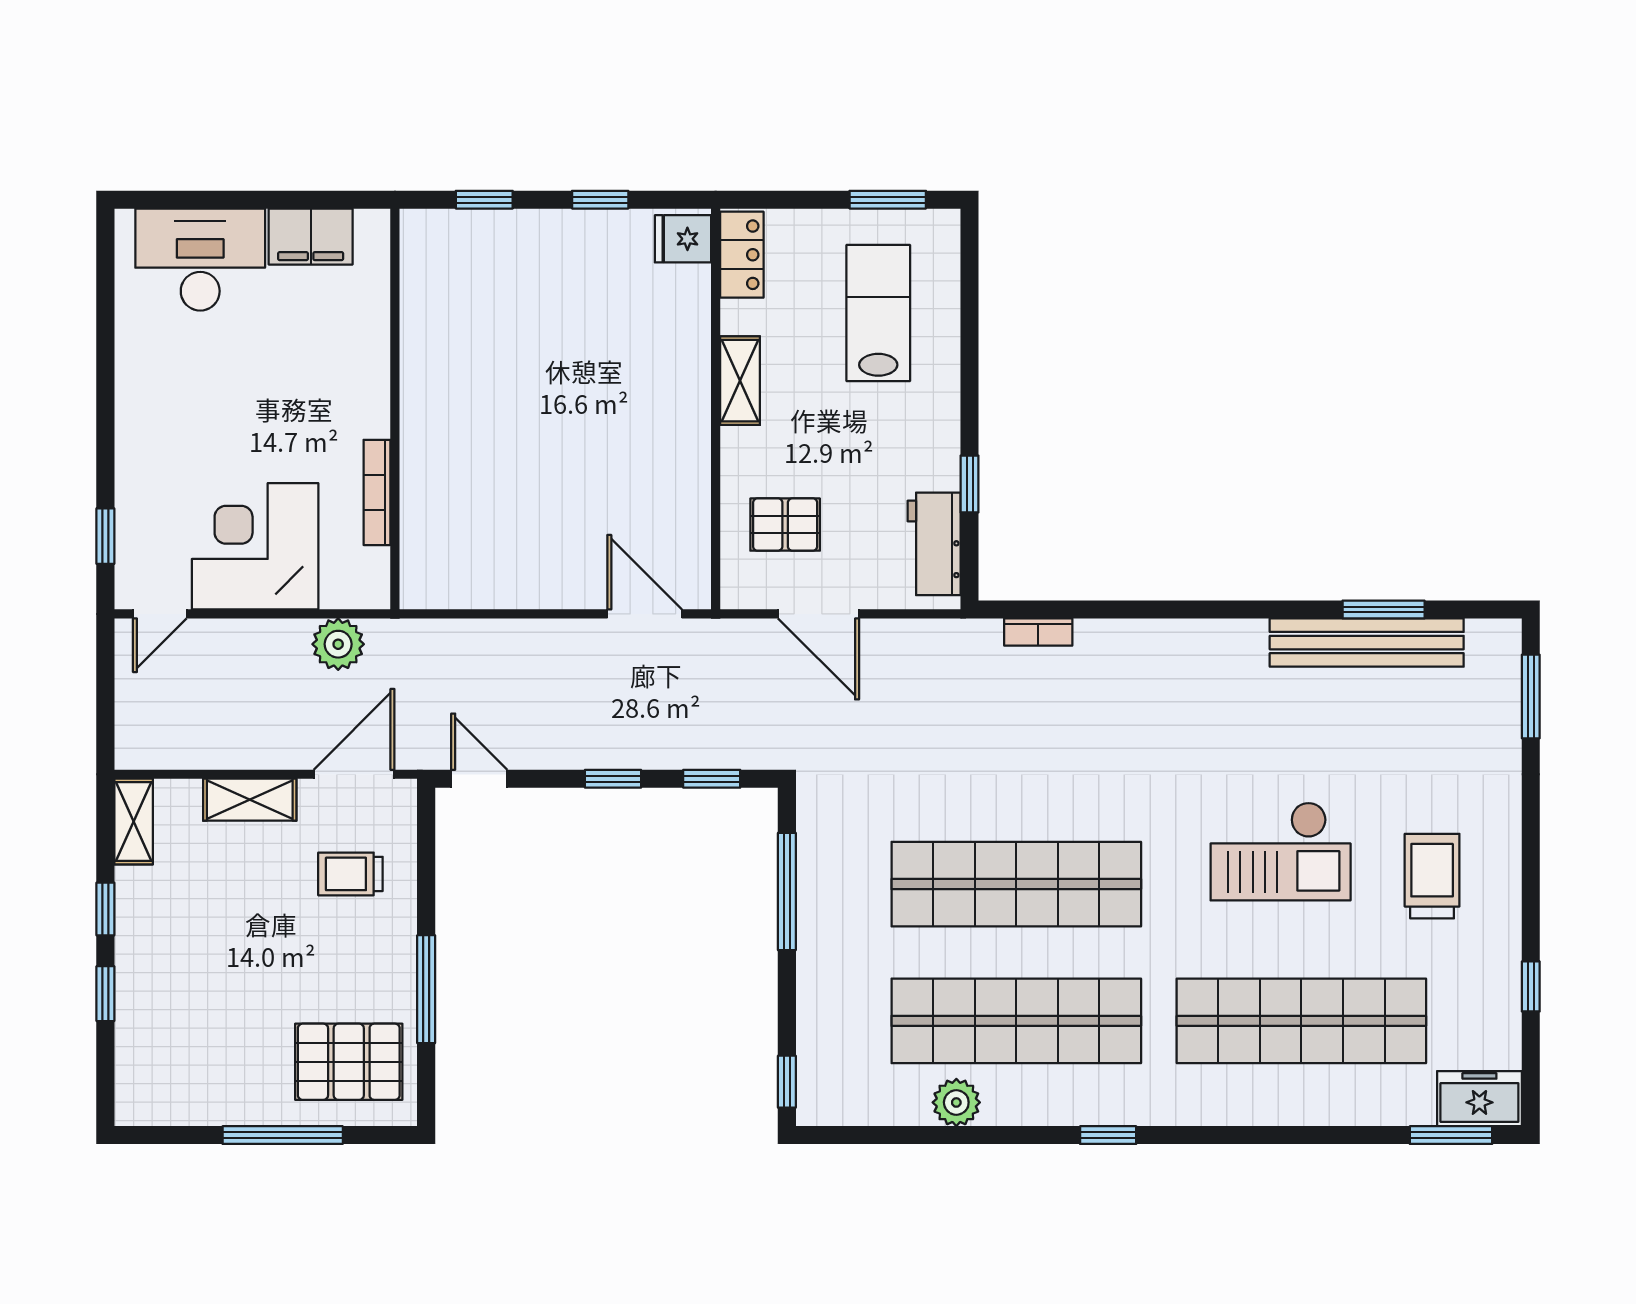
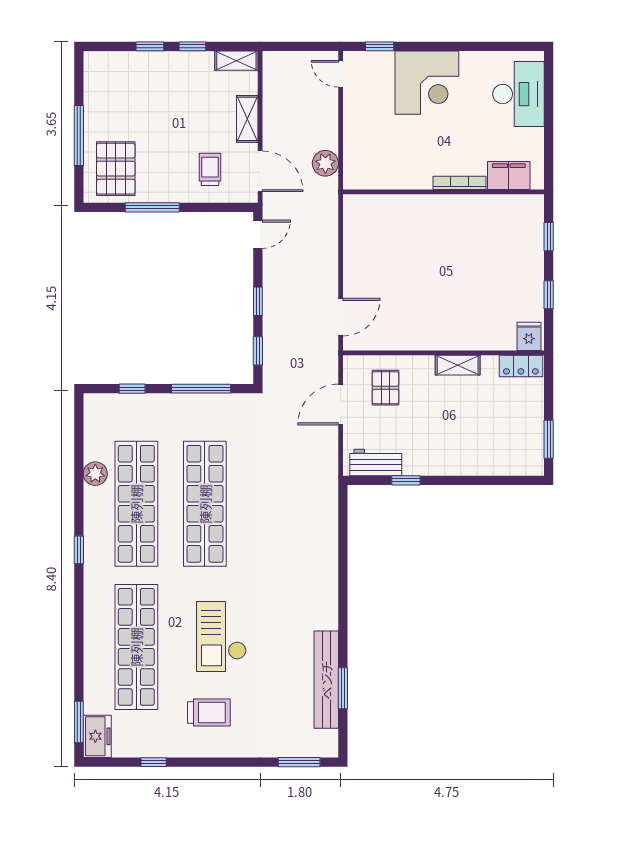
filing cabinet: (311, 237) -> (509, 176), moved, turned 90
lab bench: (878, 313) -> (492, 434), removed
bookcase: (377, 492) -> (460, 183), moved
corner desk: (255, 546) -> (427, 83), moved, turned 90
bookcase: (1038, 632) -> (331, 515), removed
window: (787, 1082) -> (132, 389), moved

